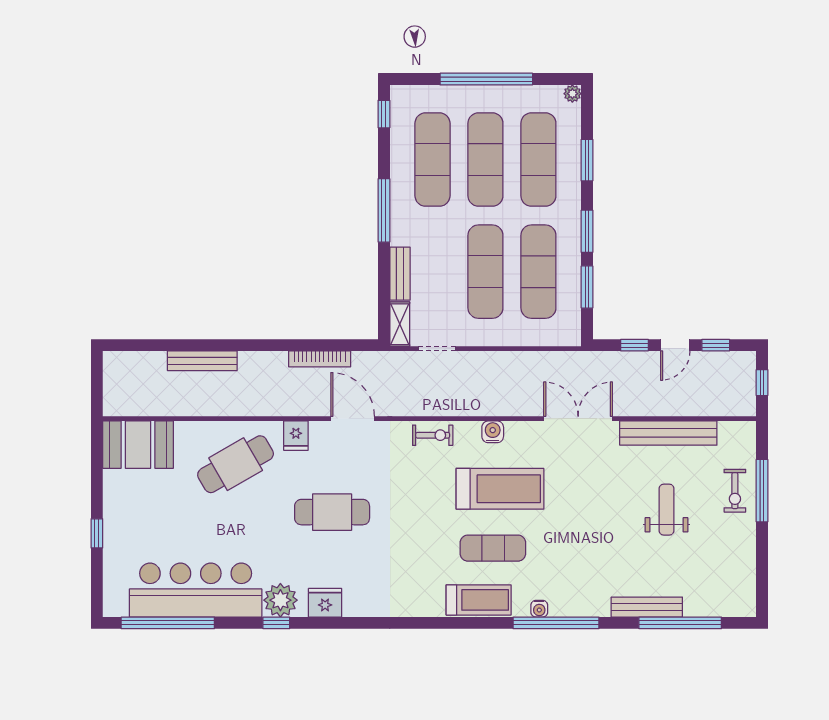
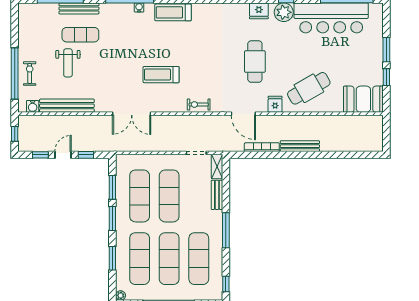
bench: (202, 361) -> (300, 146), moved
double door: (578, 419) -> (132, 114), moved
water cooler: (493, 432) -> (33, 106), moved
window: (97, 484) -> (386, 77), added
treadmill: (500, 489) -> (161, 75), width x0.73, depth x0.73
window: (762, 491) -> (15, 73), width x1.46
cafe table: (332, 512) -> (255, 62), turned 90
window: (97, 533) -> (386, 50), width x1.50
exercise mat: (493, 548) -> (80, 35), moved

